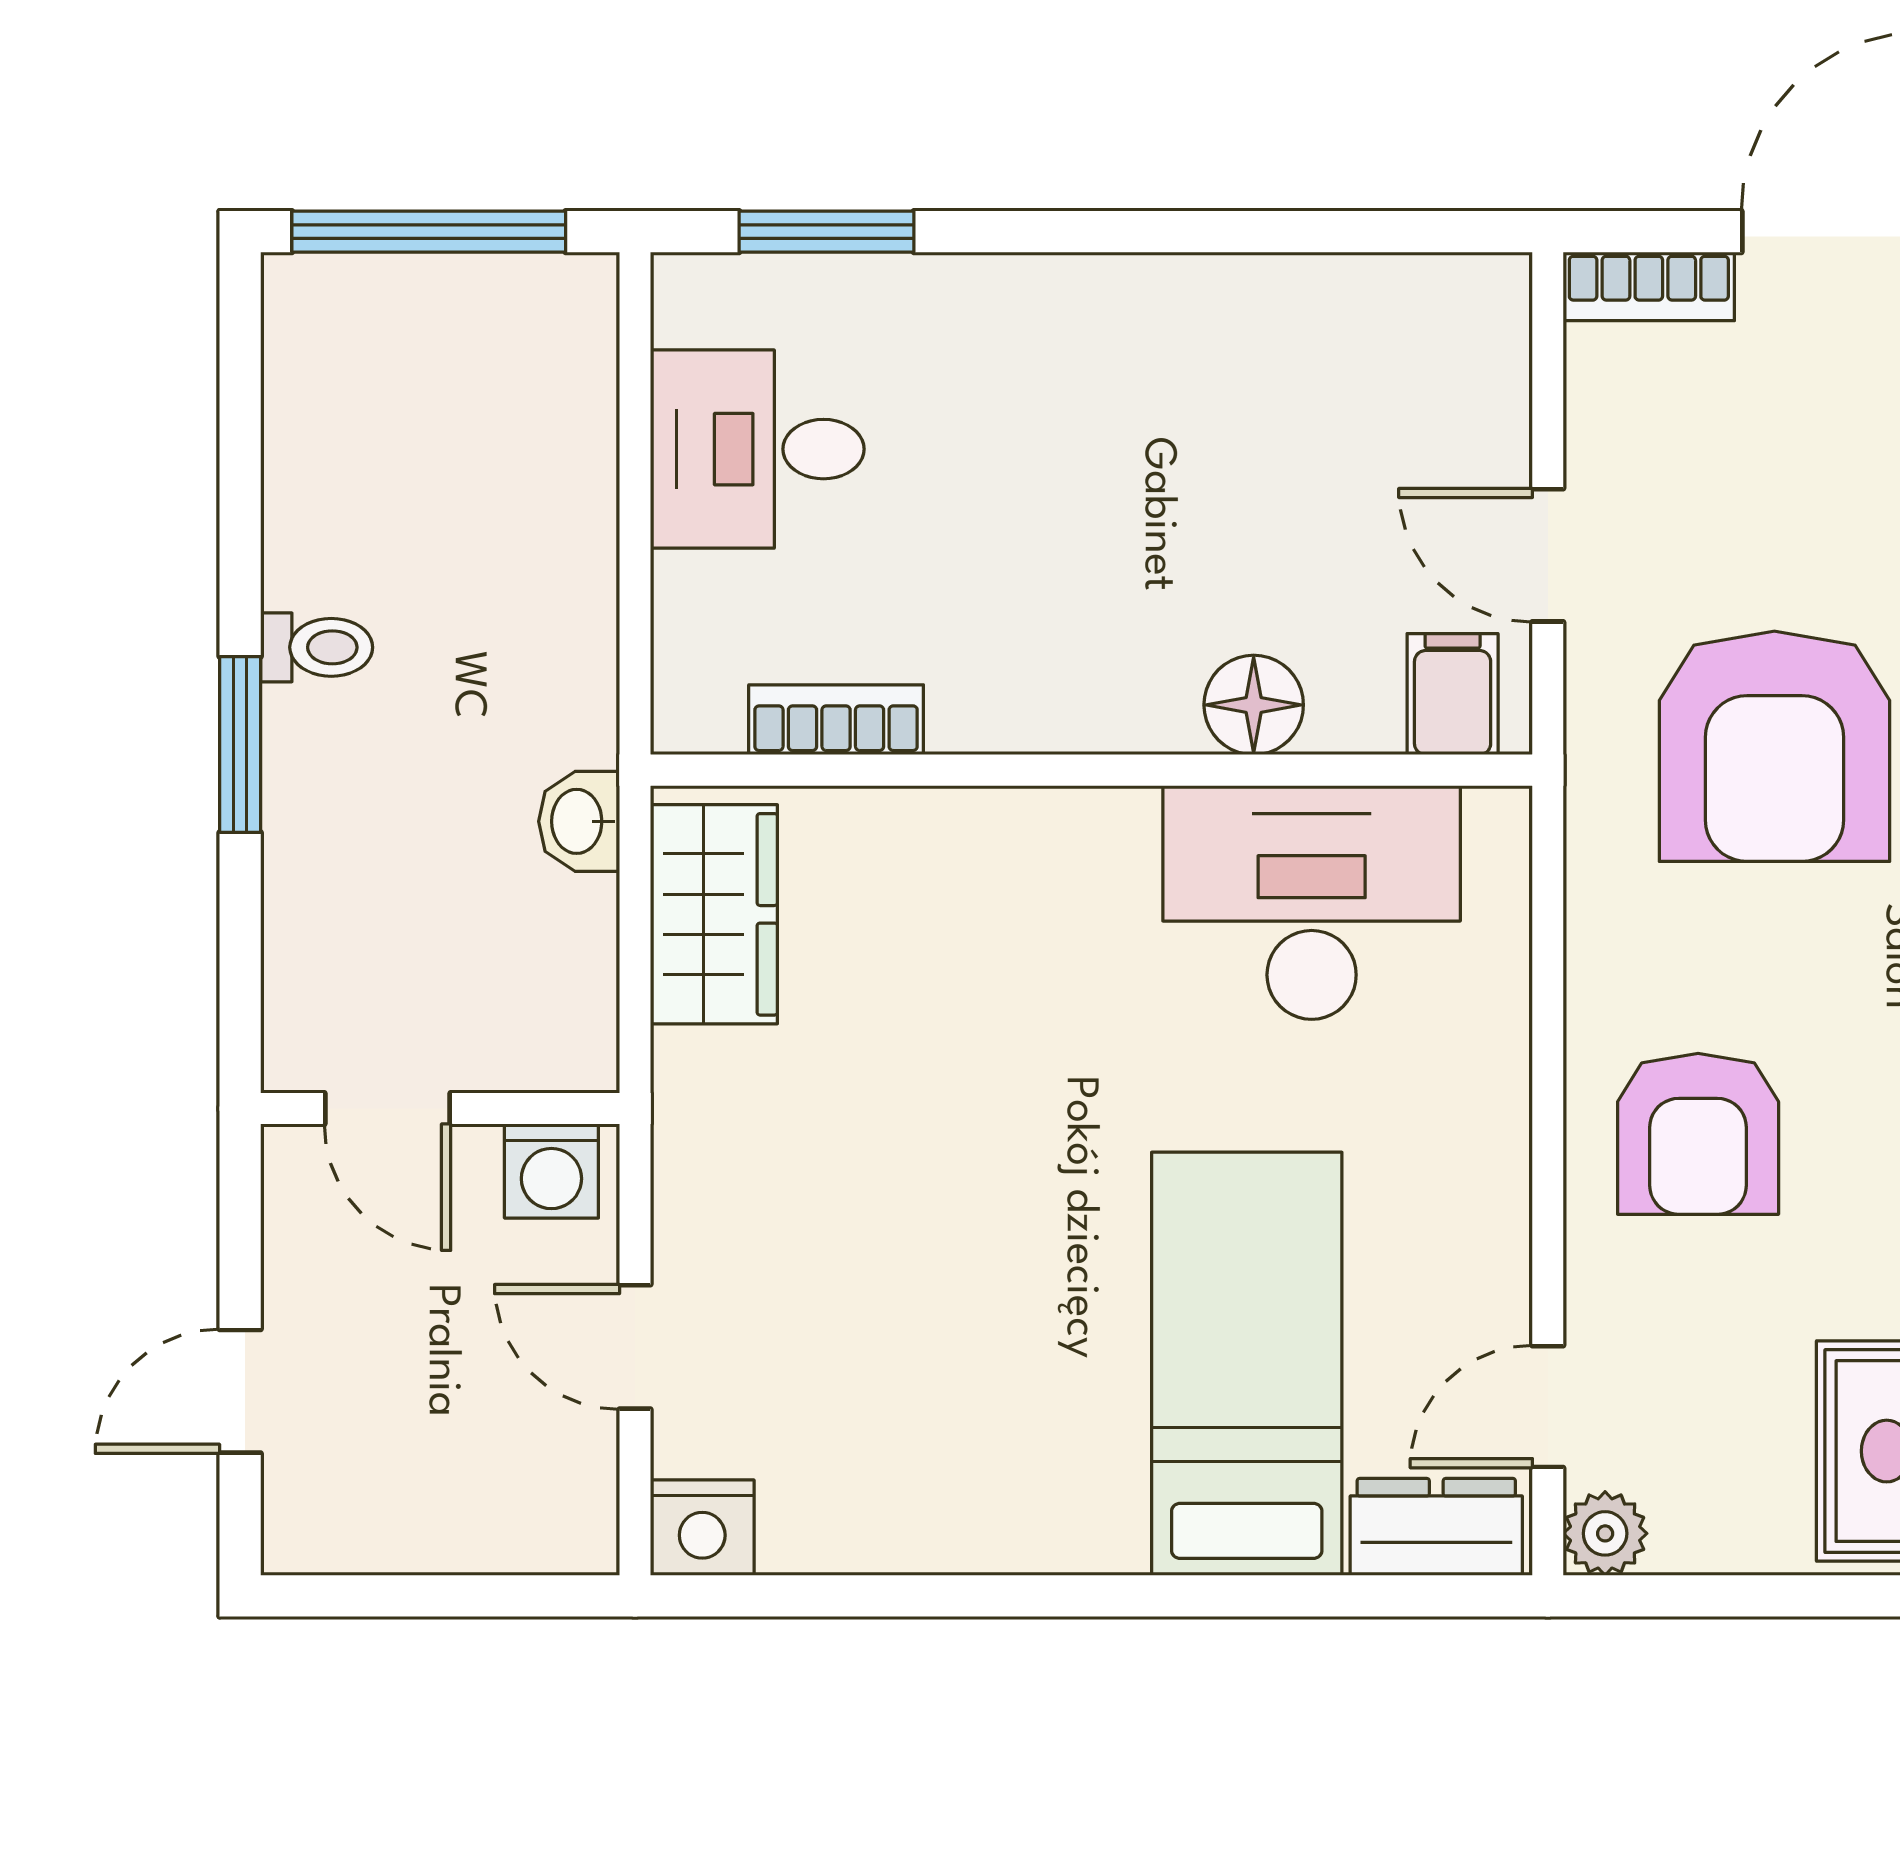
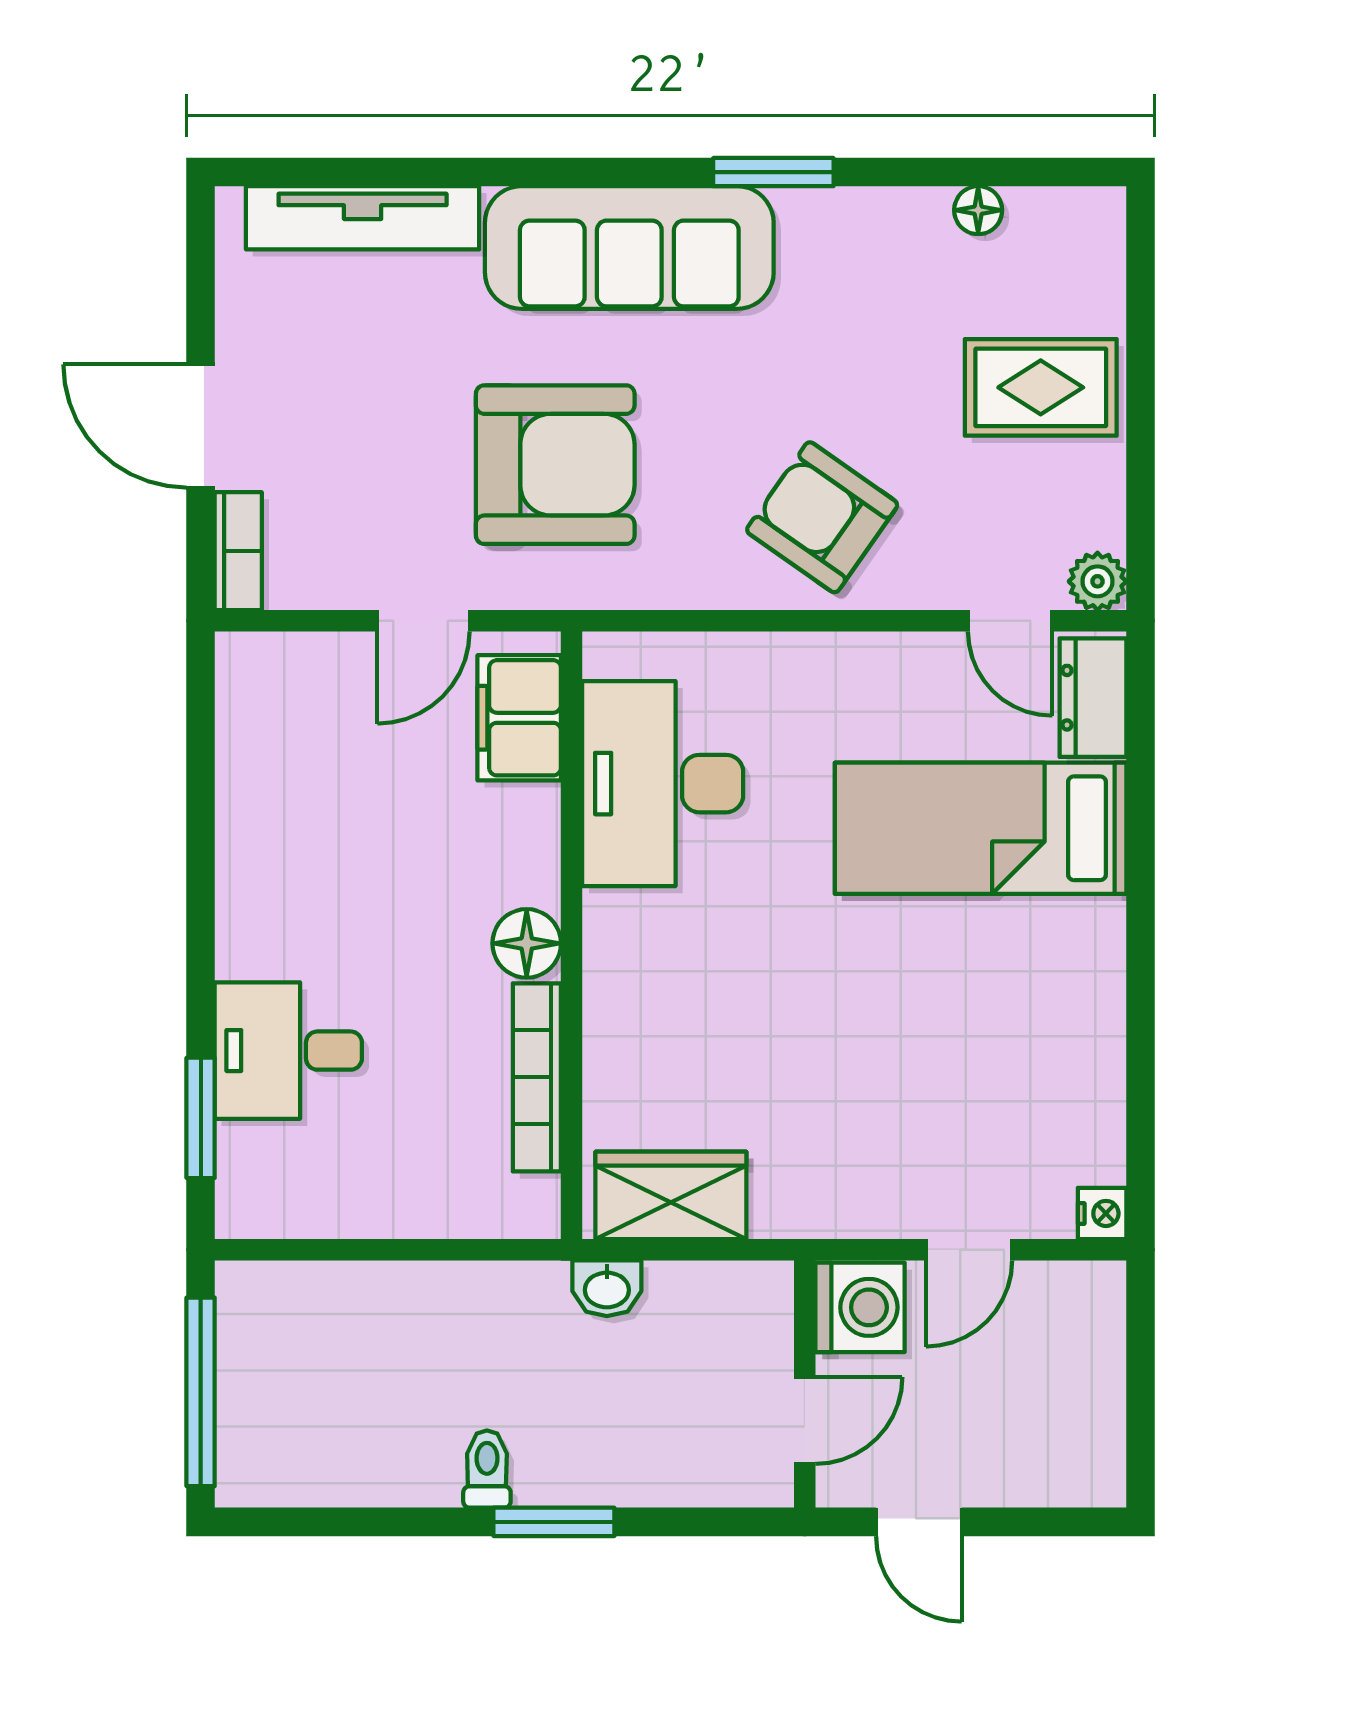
desk: (757, 449) -> (288, 1051), moved, turned 90
filing cabinet: (1453, 694) -> (519, 718), width x2.00
floor lamp: (1254, 705) -> (527, 943), moved
bookcase: (836, 720) -> (537, 1077), width x1.56
armchair: (1698, 1134) -> (822, 517), turned -145
washing machine: (551, 1171) -> (860, 1307), width x1.38, depth x1.38
door: (240, 1391) -> (919, 1522), moved
nightstand: (702, 1528) -> (1102, 1213), width x0.72, depth x0.74

